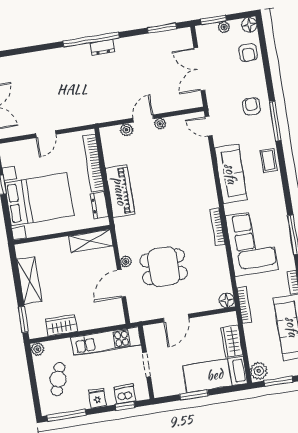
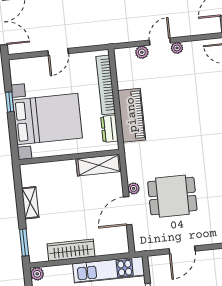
shelving: (29, 280) -> (30, 203), width x0.67, depth x0.75
wardrobe: (61, 325) -> (71, 250), width x1.50

